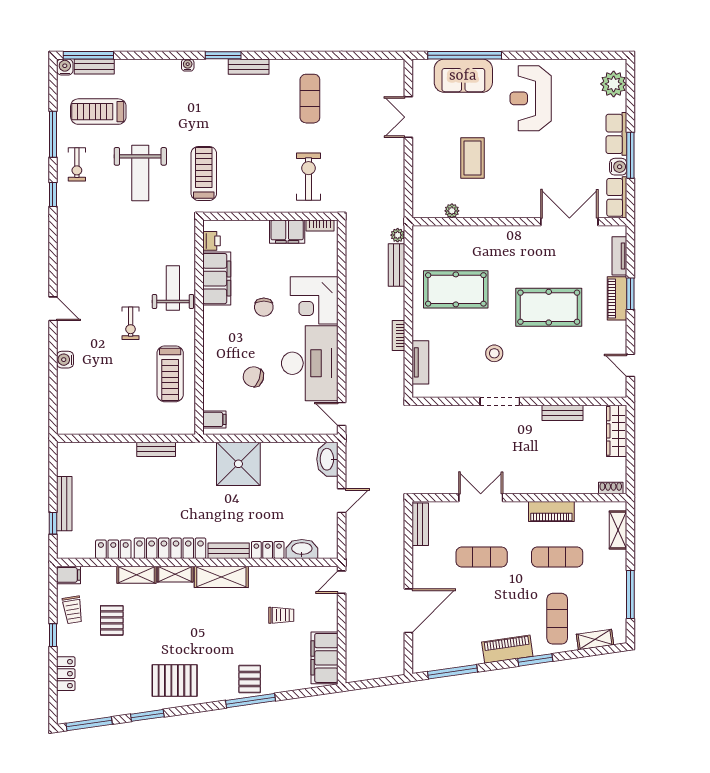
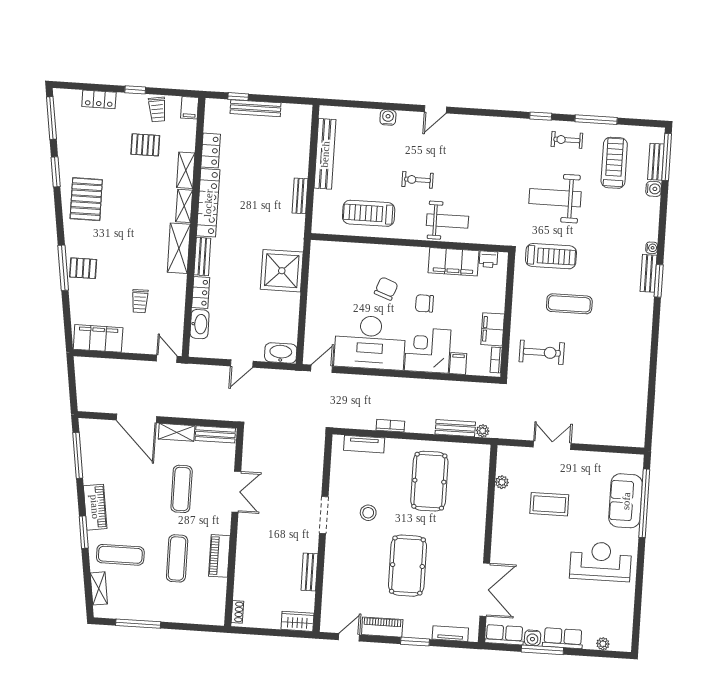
water cooler: (65, 67) -> (654, 189), moved
bench: (249, 67) -> (649, 273), moved
plant: (614, 84) -> (603, 644), width x0.53, depth x0.53
exercise mat: (310, 99) -> (569, 304), moved
double door: (408, 117) -> (552, 445), moved
piano: (617, 298) -> (382, 627), moved
chair: (253, 377) -> (386, 289), moved
filing cabinet: (214, 419) -> (458, 363), moved, turned 180
bench: (109, 425) -> (325, 154), added
wardrobe: (617, 431) -> (297, 621), width x0.67
door: (342, 501) -> (242, 364), hinge flipped
shelving: (618, 530) -> (177, 432), moved
trolley: (73, 610) -> (157, 109), turned -90

